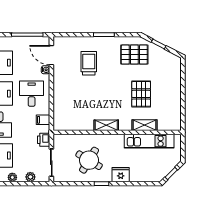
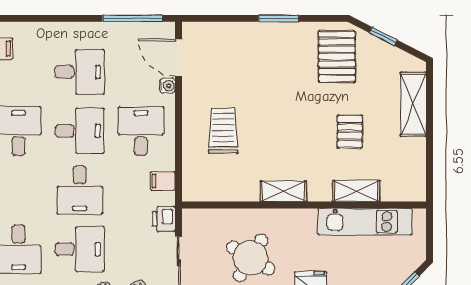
pallet: (134, 55) -> (337, 57), turned 90
trolley: (89, 63) -> (223, 131), moved
shelving: (174, 80) -> (413, 104), added
pallet: (141, 94) -> (350, 132), width x0.67, depth x0.71

